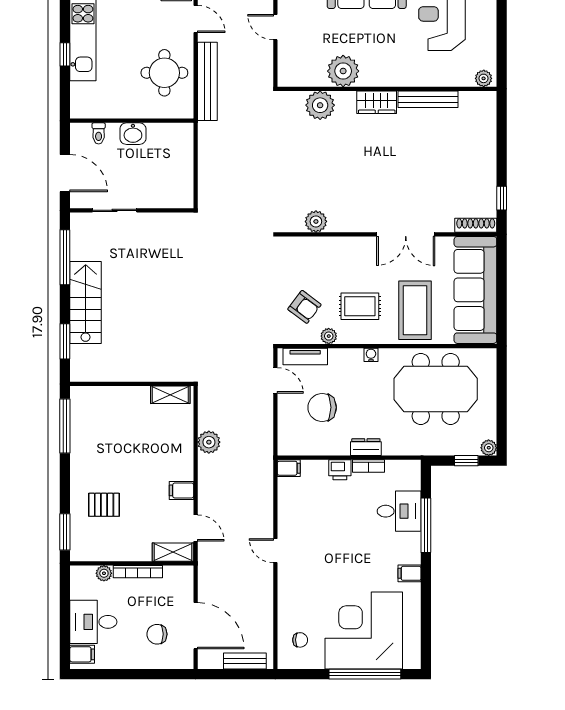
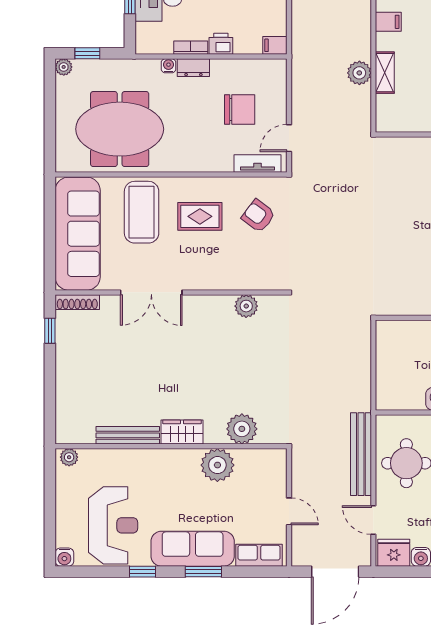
double door: (406, 234) -> (151, 292), swing flipped
plant: (329, 336) -> (233, 185), removed
water cooler: (371, 355) -> (169, 66), moved, turned 180
door: (275, 380) -> (289, 138), hinge flipped
shelving: (170, 395) -> (385, 73), moved, turned 90

